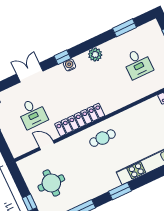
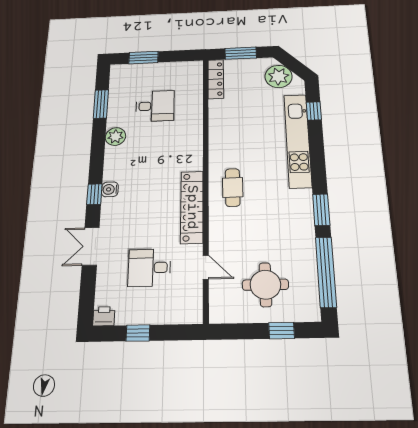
plant: (95, 55) -> (115, 137), moved
desk: (32, 113) -> (149, 268), turned 180
door: (47, 145) -> (206, 267), swing flipped
window: (120, 191) -> (321, 210), moved

